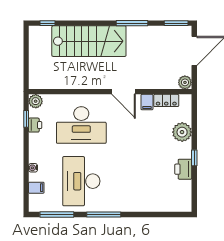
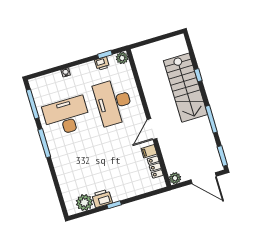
window: (47, 23) -> (198, 75), moved
plant: (182, 132) -> (84, 203), moved
filing cabinet: (36, 188) -> (50, 80), removed

